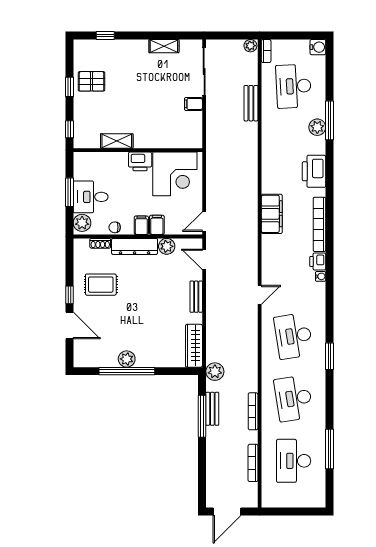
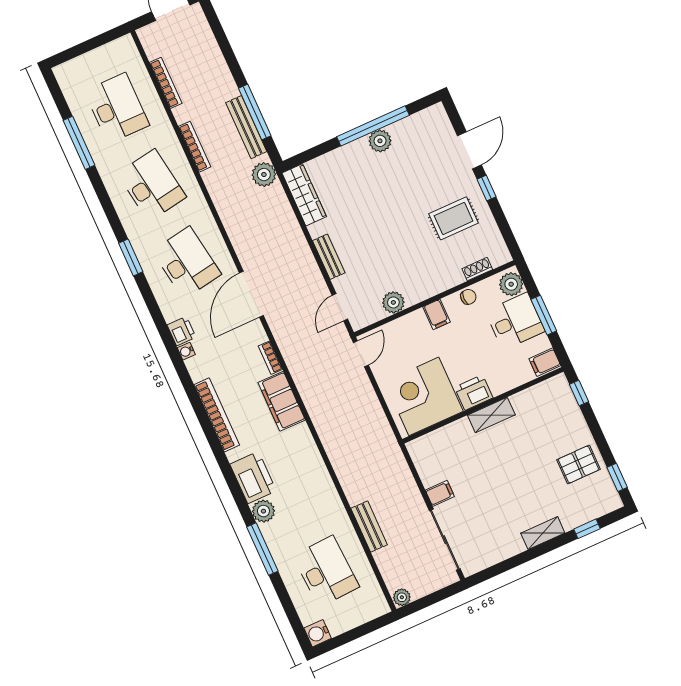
shelving: (164, 46) -> (543, 533), moved
bookcase: (266, 51) -> (270, 358), moved
window: (69, 87) -> (617, 477), moved
plant: (317, 127) -> (263, 511), moved
shelving: (117, 141) -> (491, 415), moved
filing cabinet: (157, 225) -> (545, 362), moved, turned 90
dresser: (135, 246) -> (433, 284), removed
door: (204, 259) -> (340, 307), swing flipped
printer: (318, 261) -> (181, 331), moved
door: (260, 295) -> (251, 294), width x1.88
door: (69, 325) -> (469, 150), swing flipped
bench: (212, 409) -> (246, 127), width x1.36

